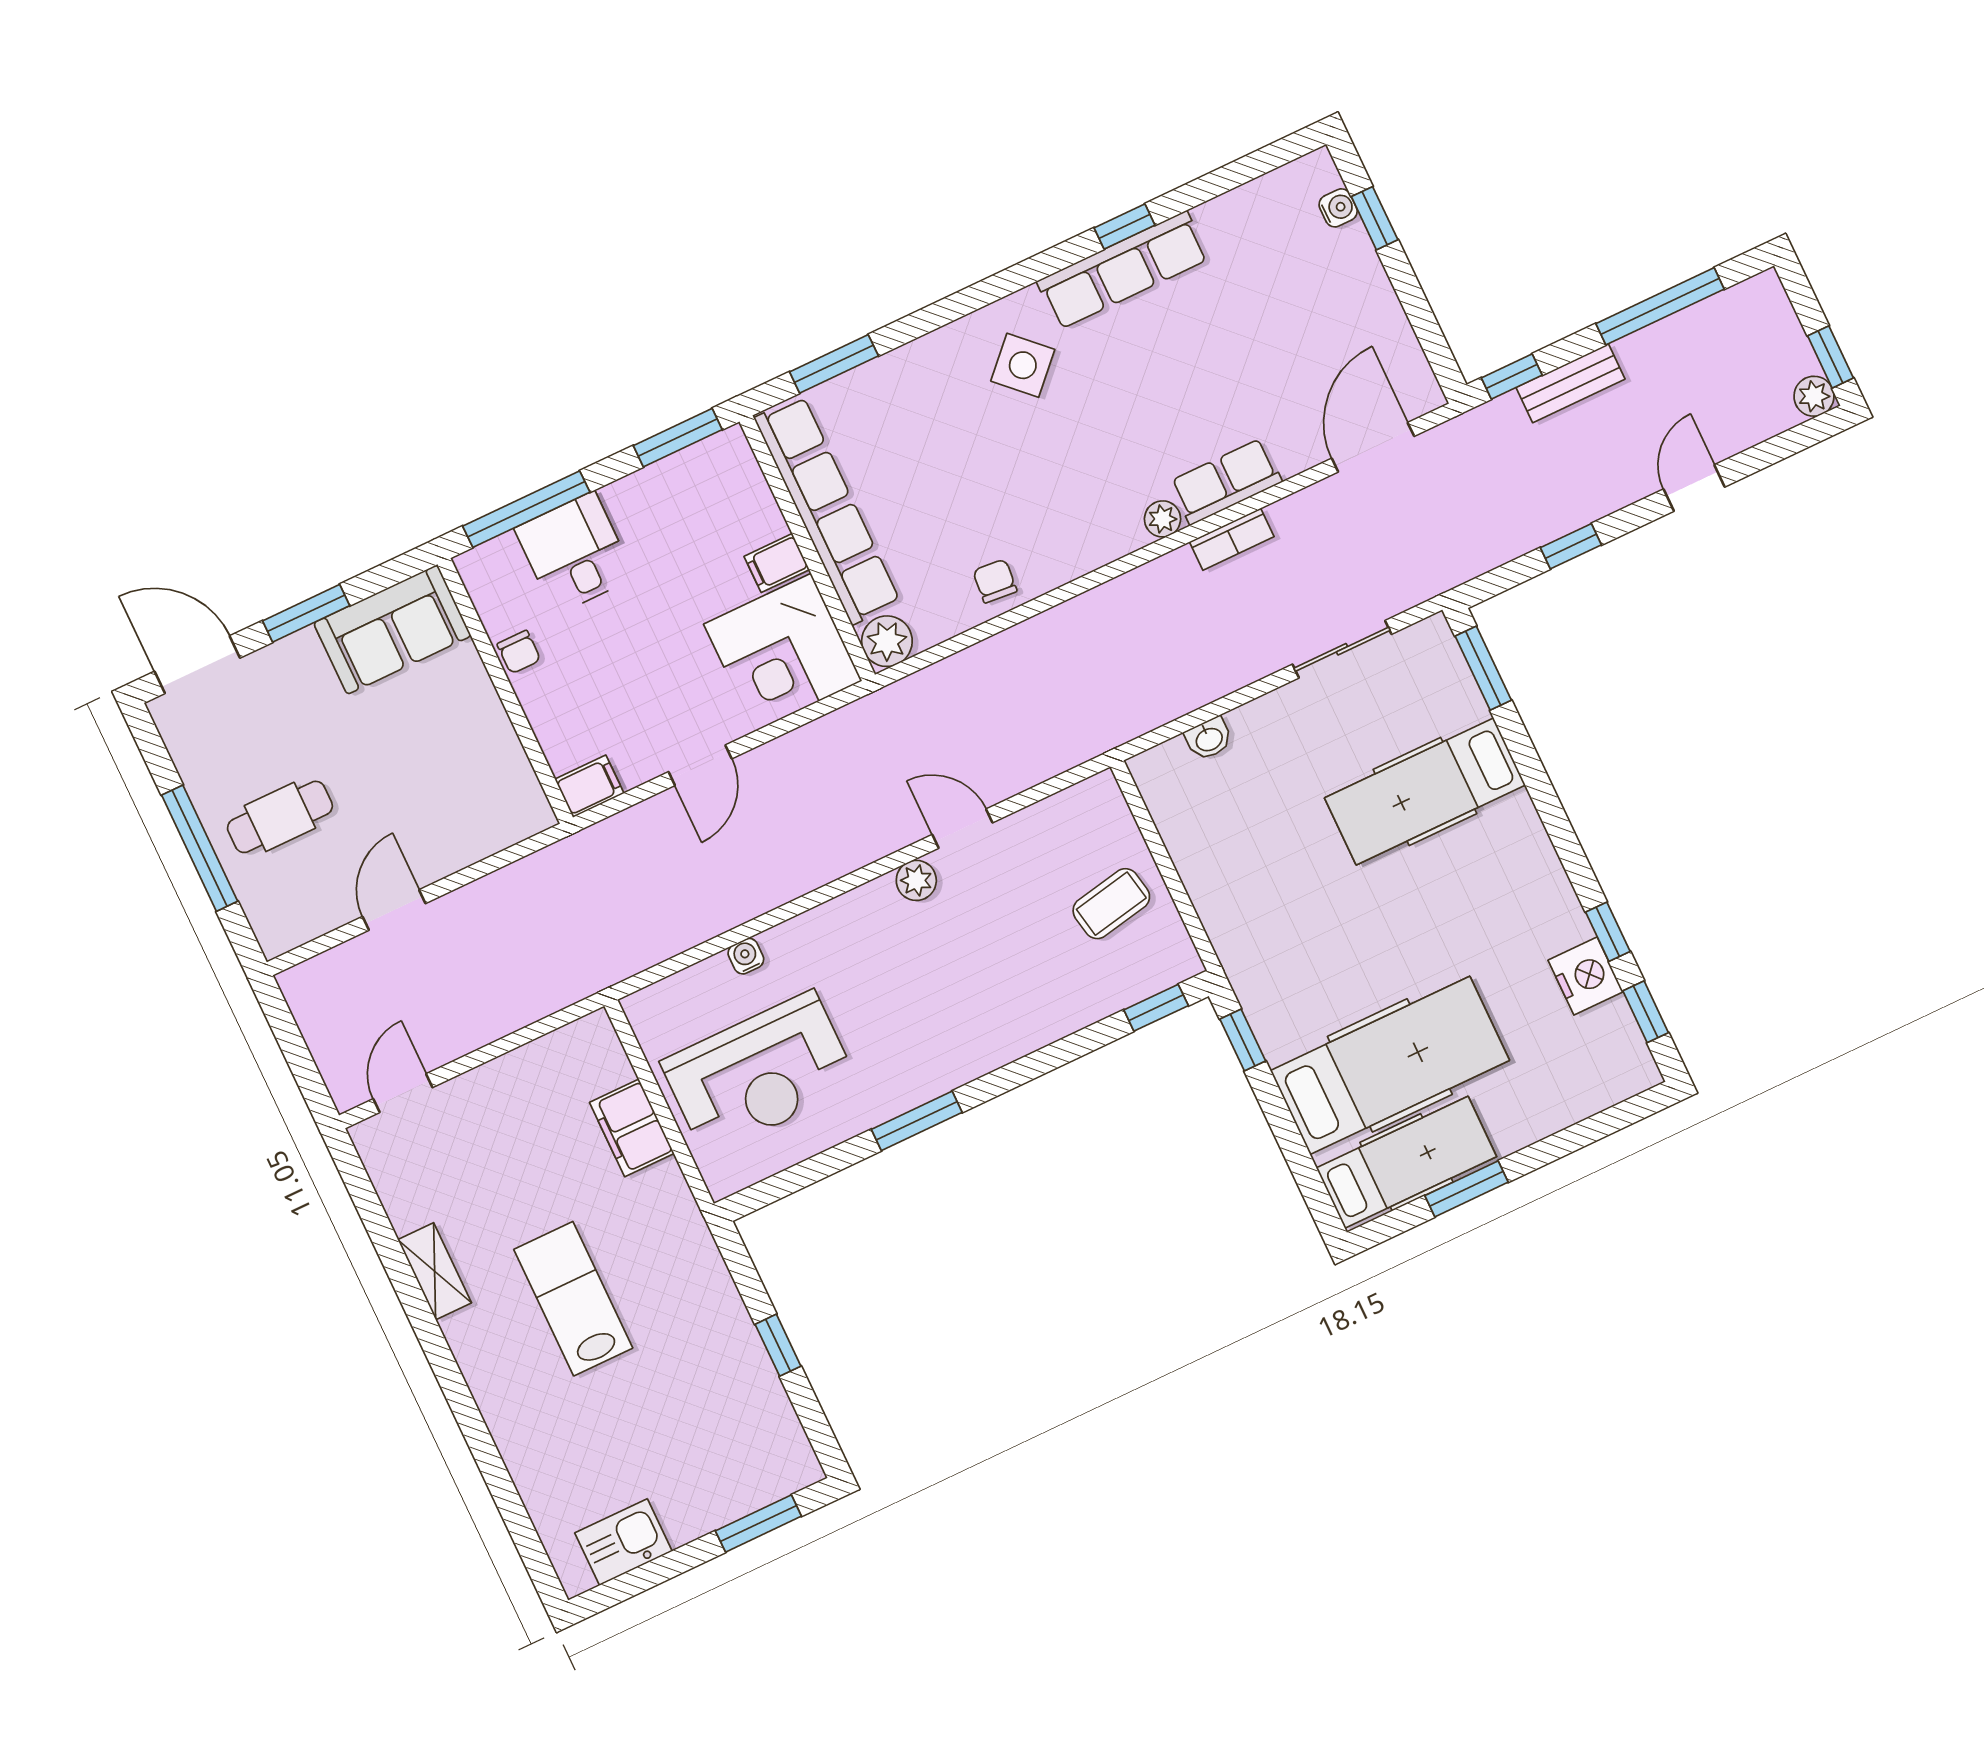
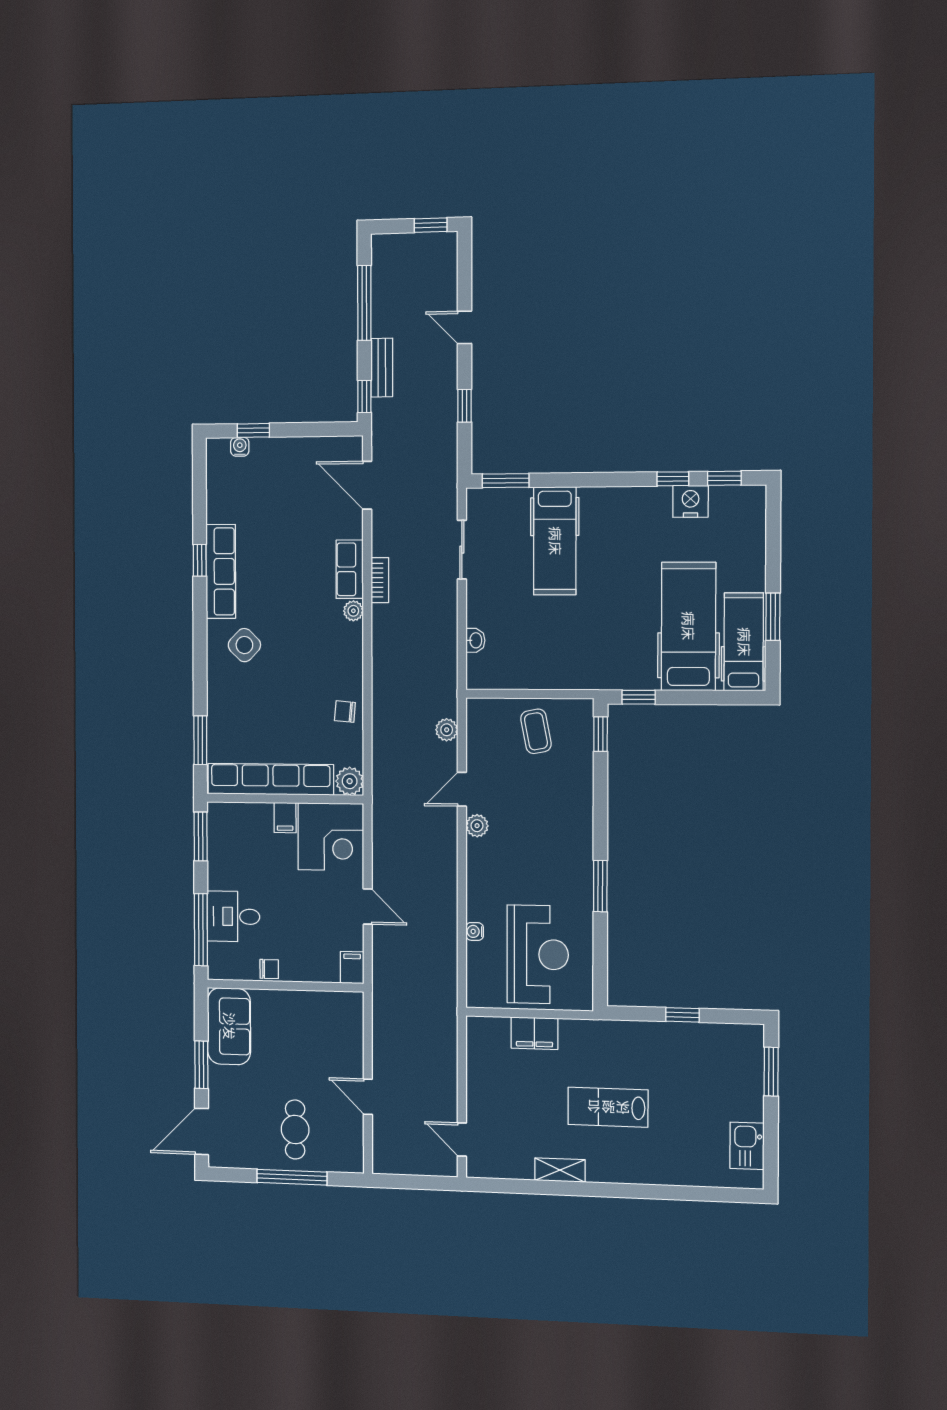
plant: (1814, 396) -> (447, 730), moved

